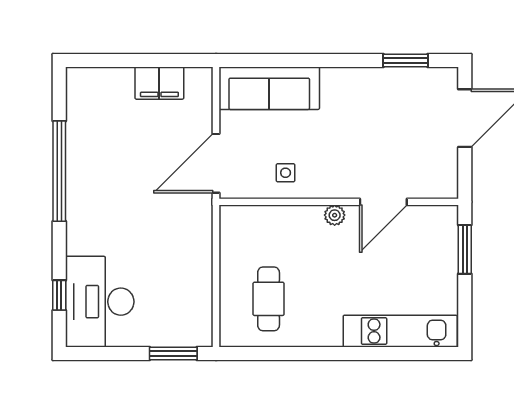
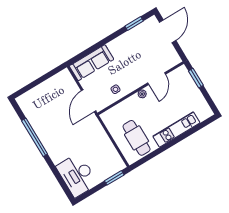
filing cabinet: (159, 83) -> (51, 84), removed
window: (59, 295) -> (61, 182), removed
cafe table: (269, 299) -> (137, 138), width x1.37, depth x1.35
kitchen unit: (400, 331) -> (176, 129), moved

